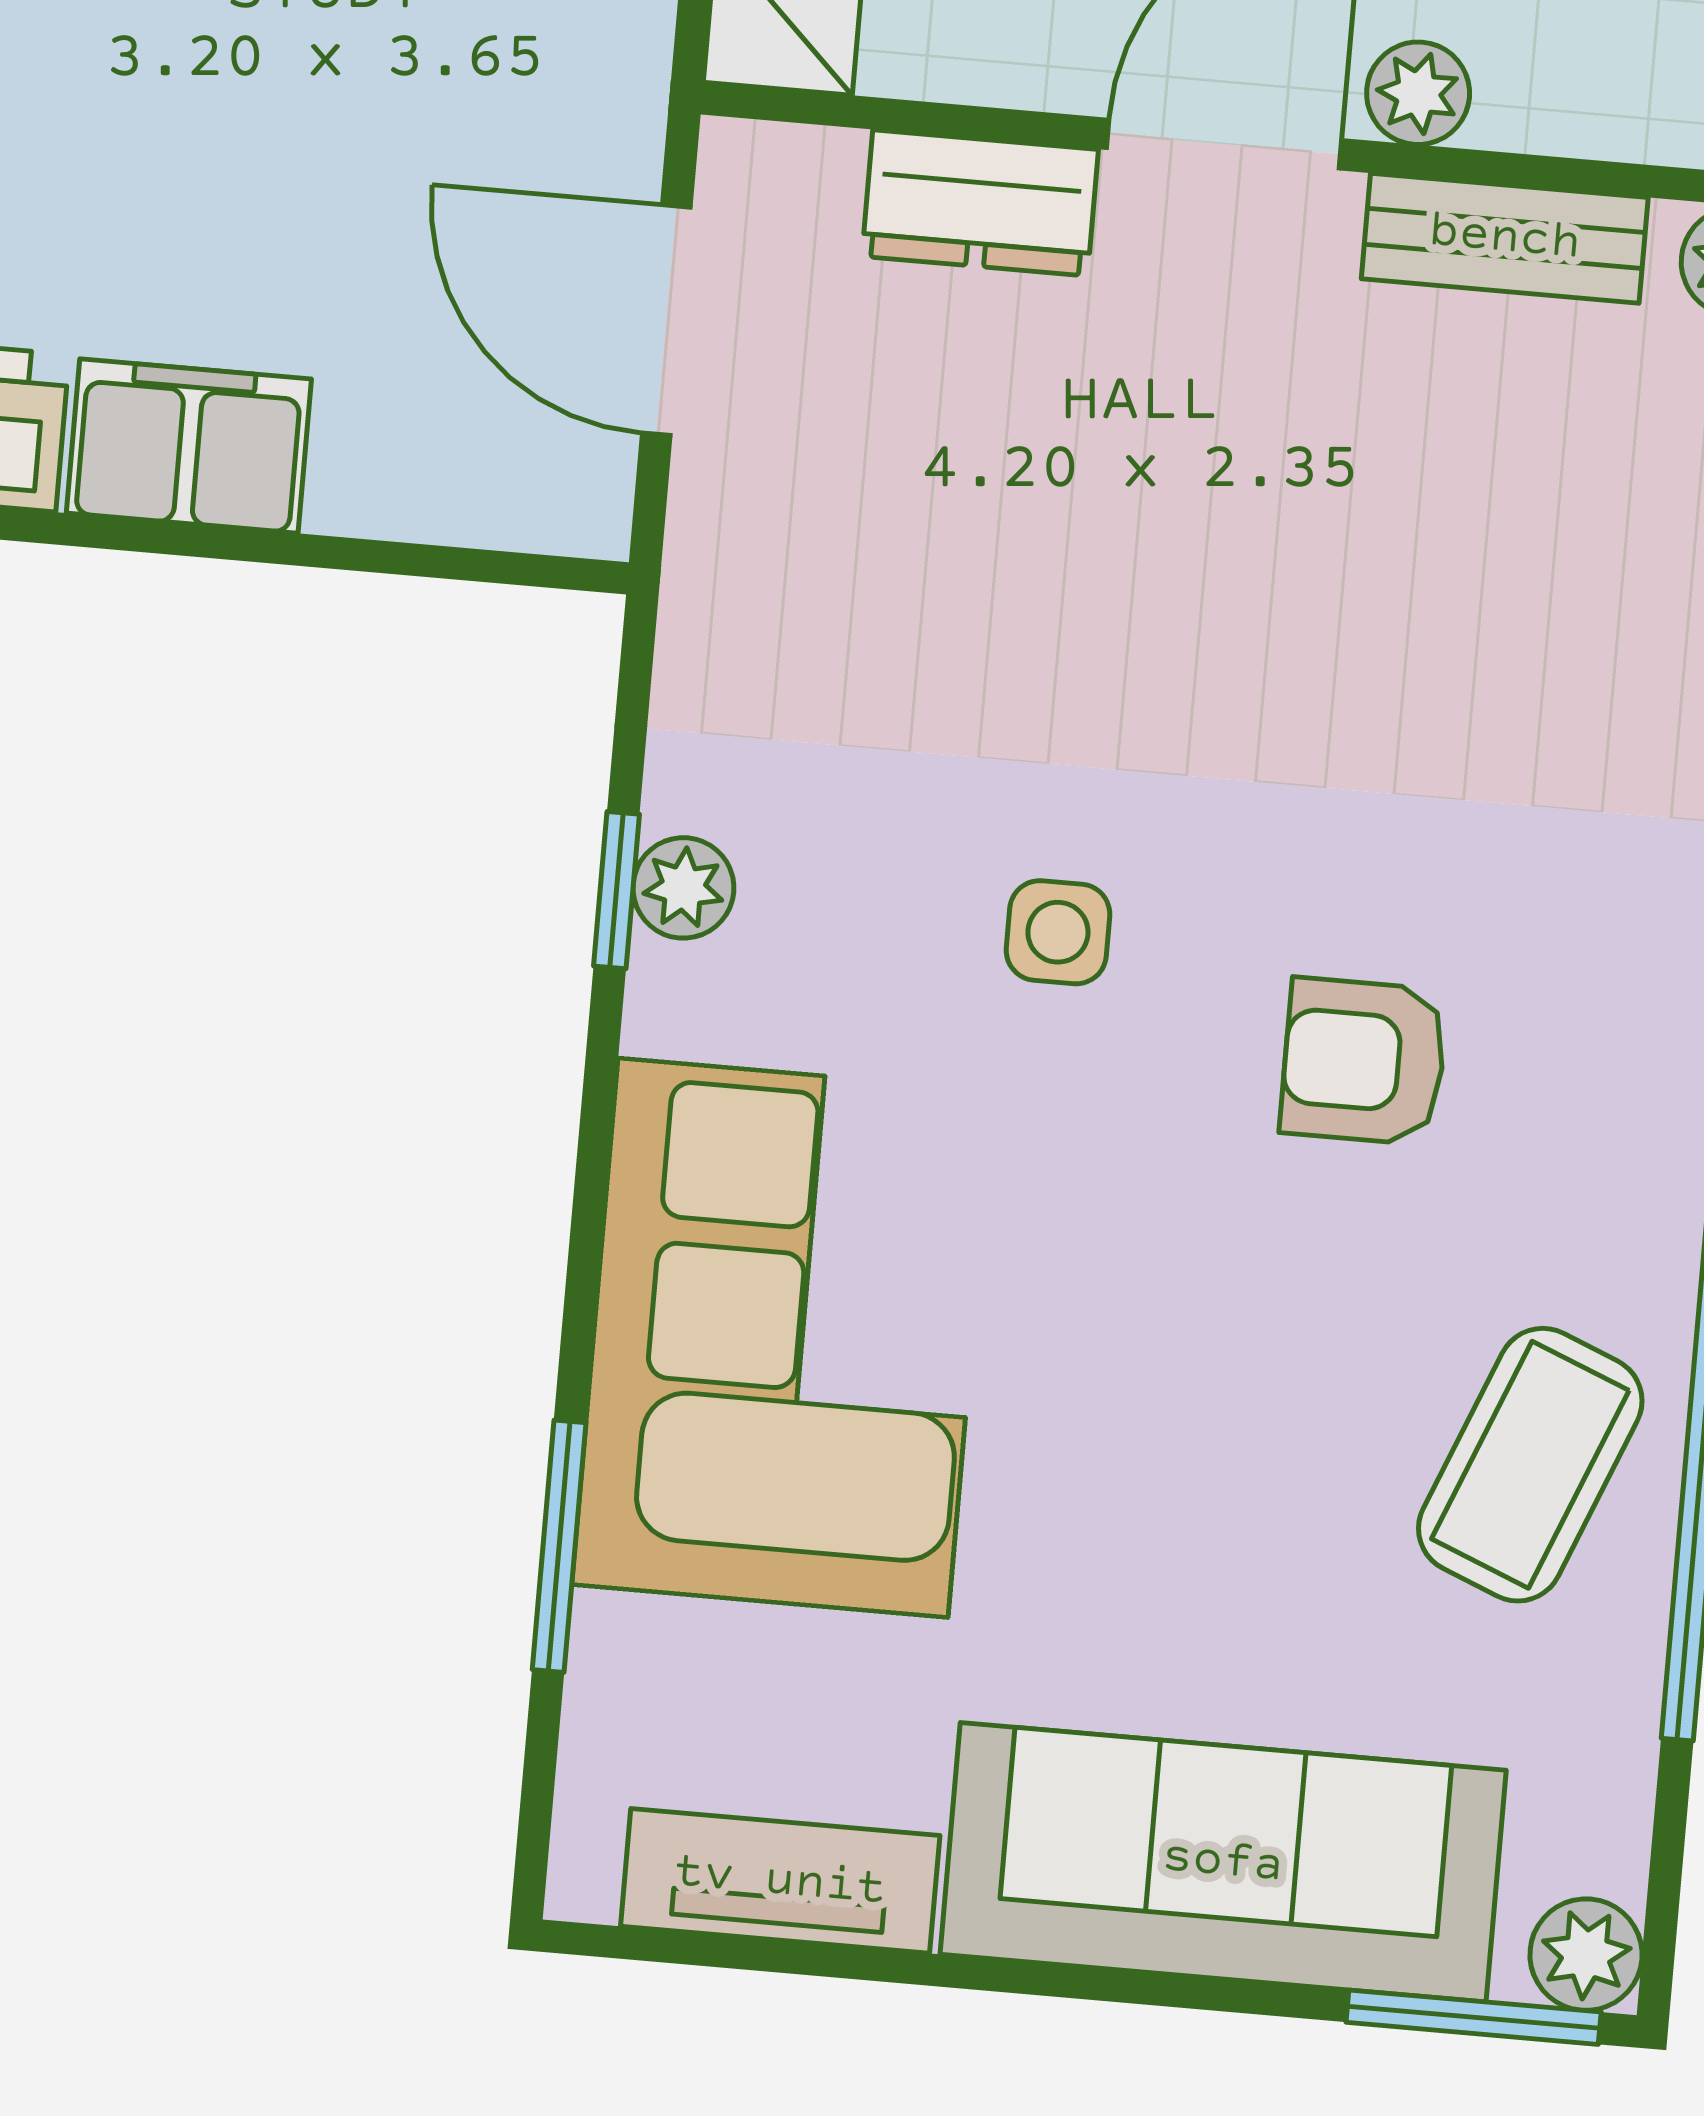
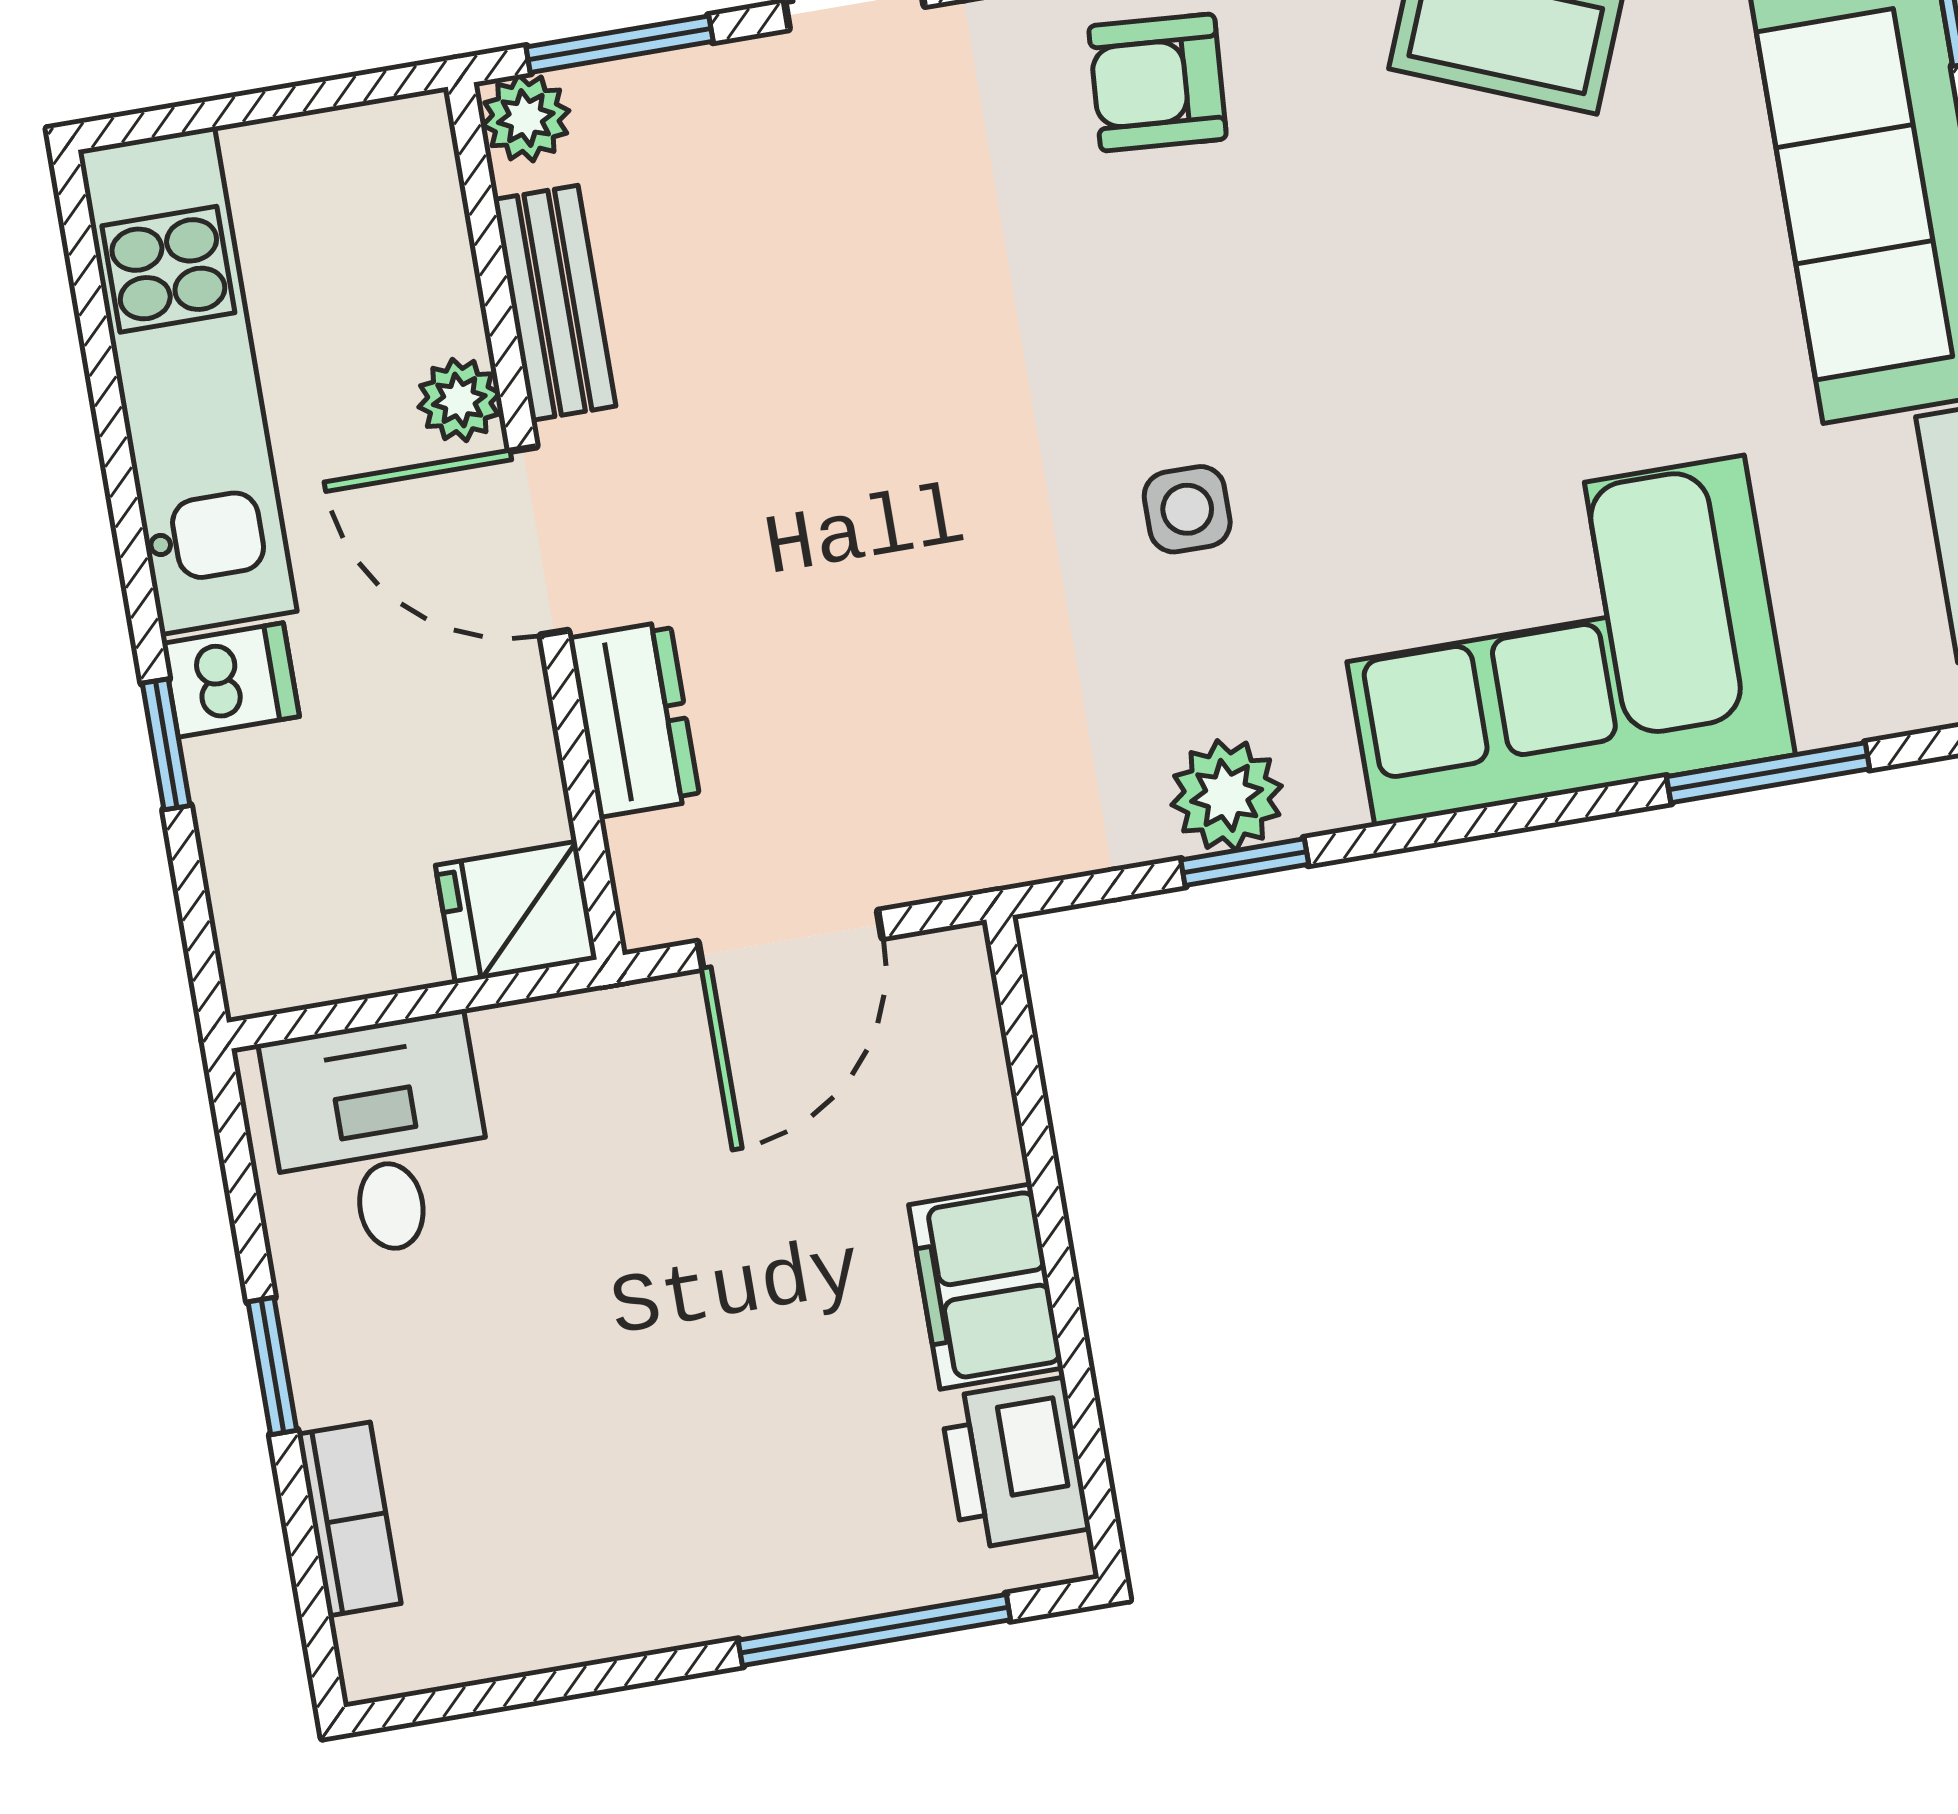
plant: (683, 888) -> (1227, 795), width x1.38, depth x1.38
armchair: (1364, 1061) -> (1158, 82), moved, turned 94

